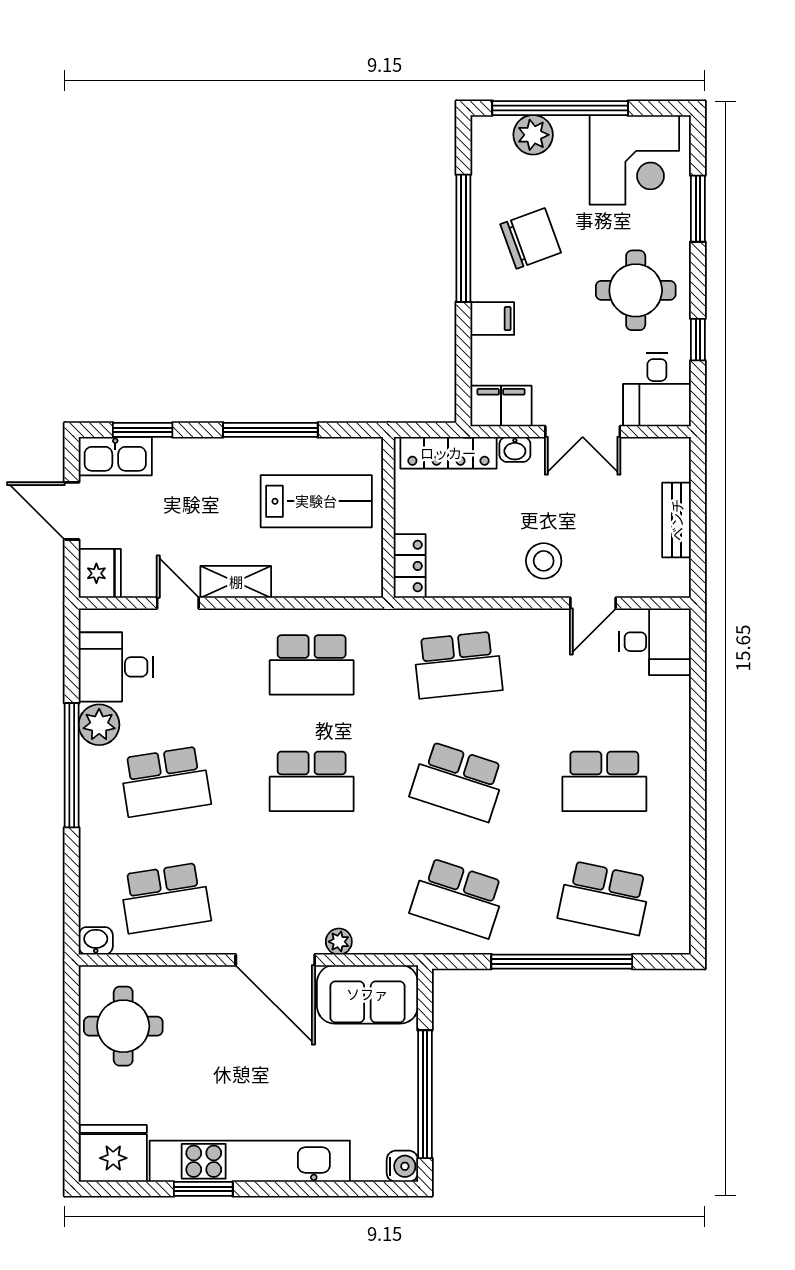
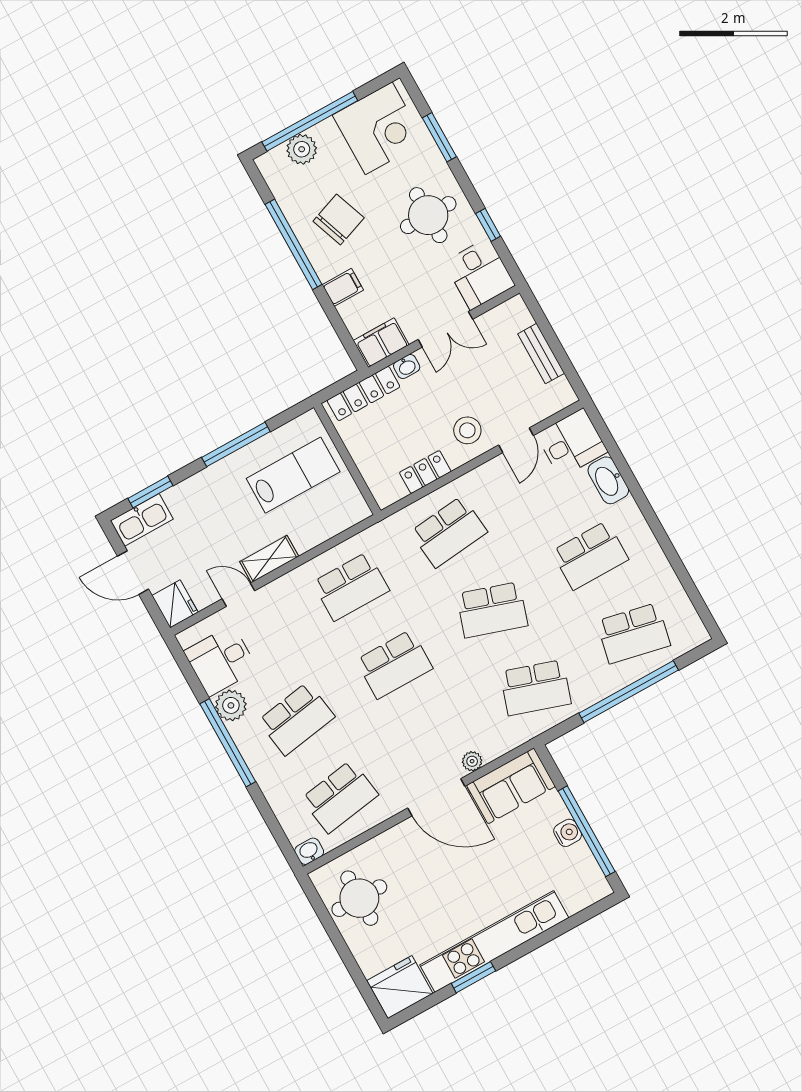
locker: (410, 566) -> (425, 472), moved, turned -90
washbasin: (673, 707) -> (608, 480), added
water cooler: (402, 1166) -> (568, 833), moved

